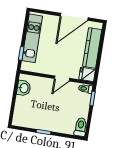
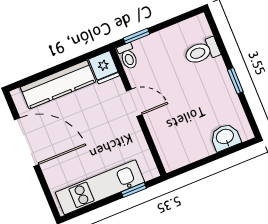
washbasin: (24, 88) -> (225, 137), moved
toilet: (81, 127) -> (202, 51), moved

